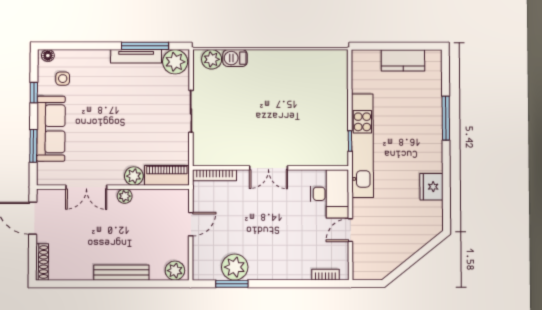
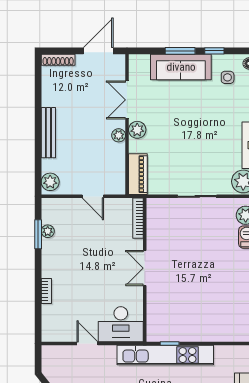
window: (33, 146) -> (180, 51), moved
plant: (134, 176) -> (137, 130), moved
plant: (235, 267) -> (48, 231), width x0.53, depth x0.53
bookcase: (326, 275) -> (46, 291), moved

